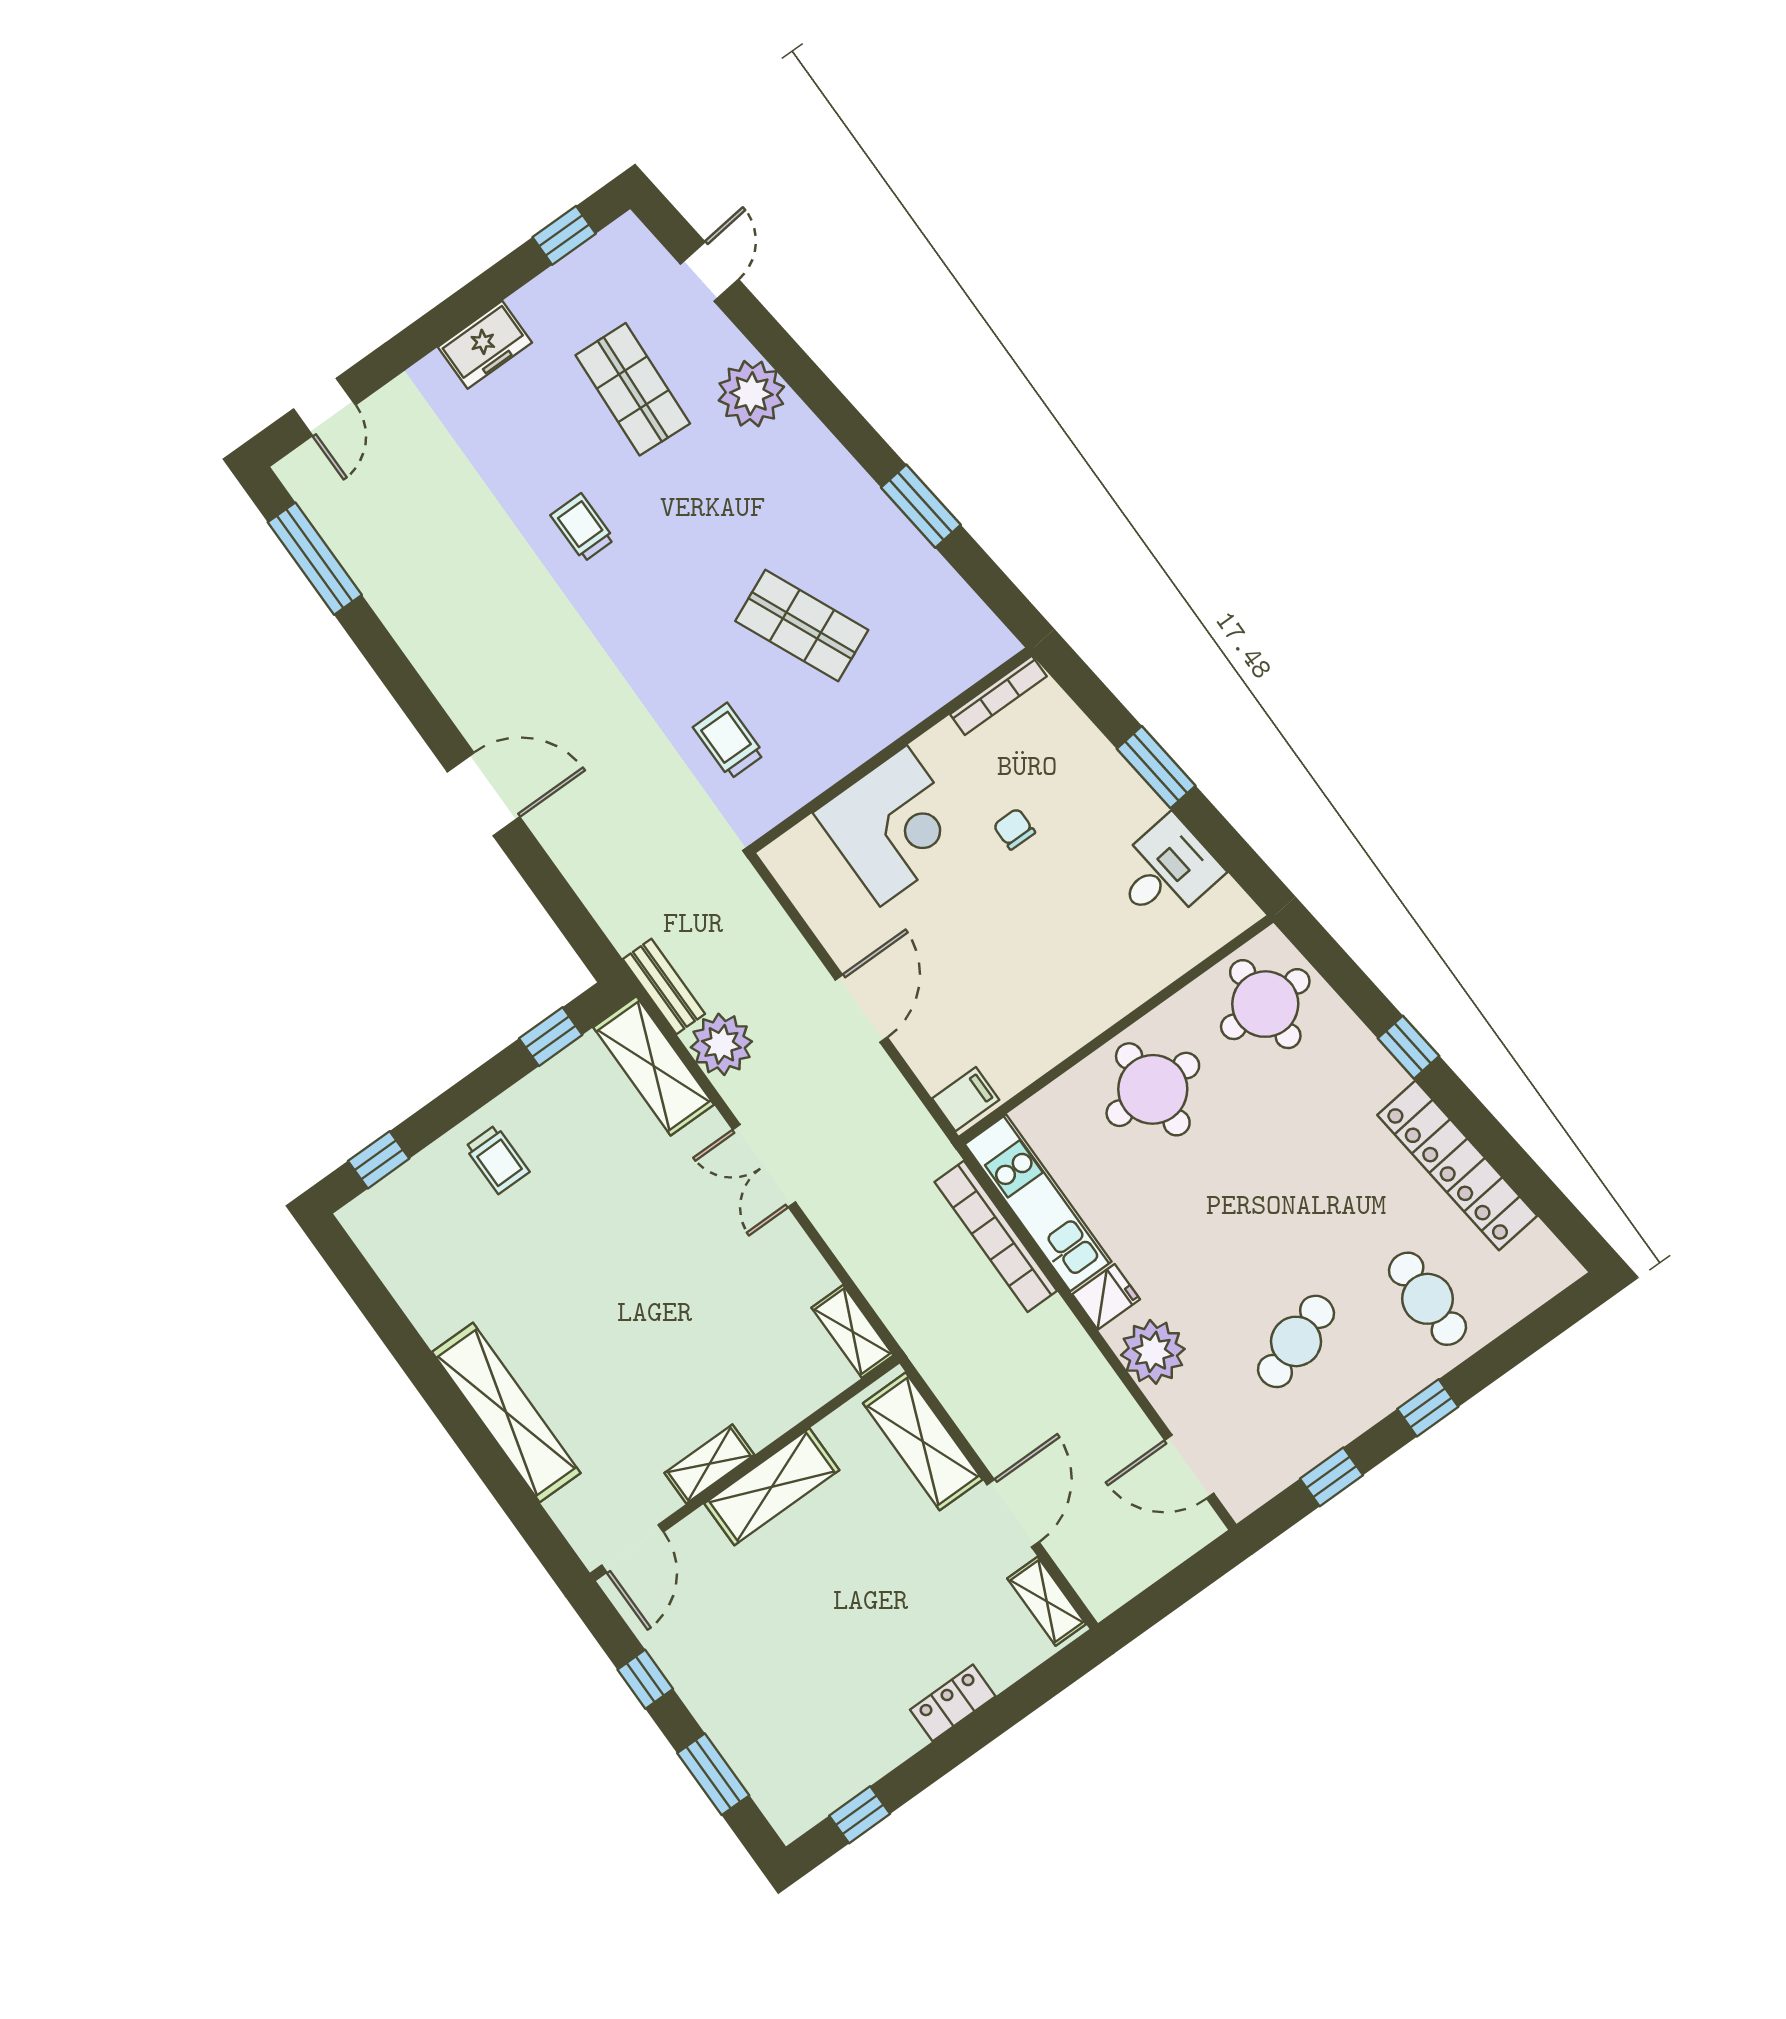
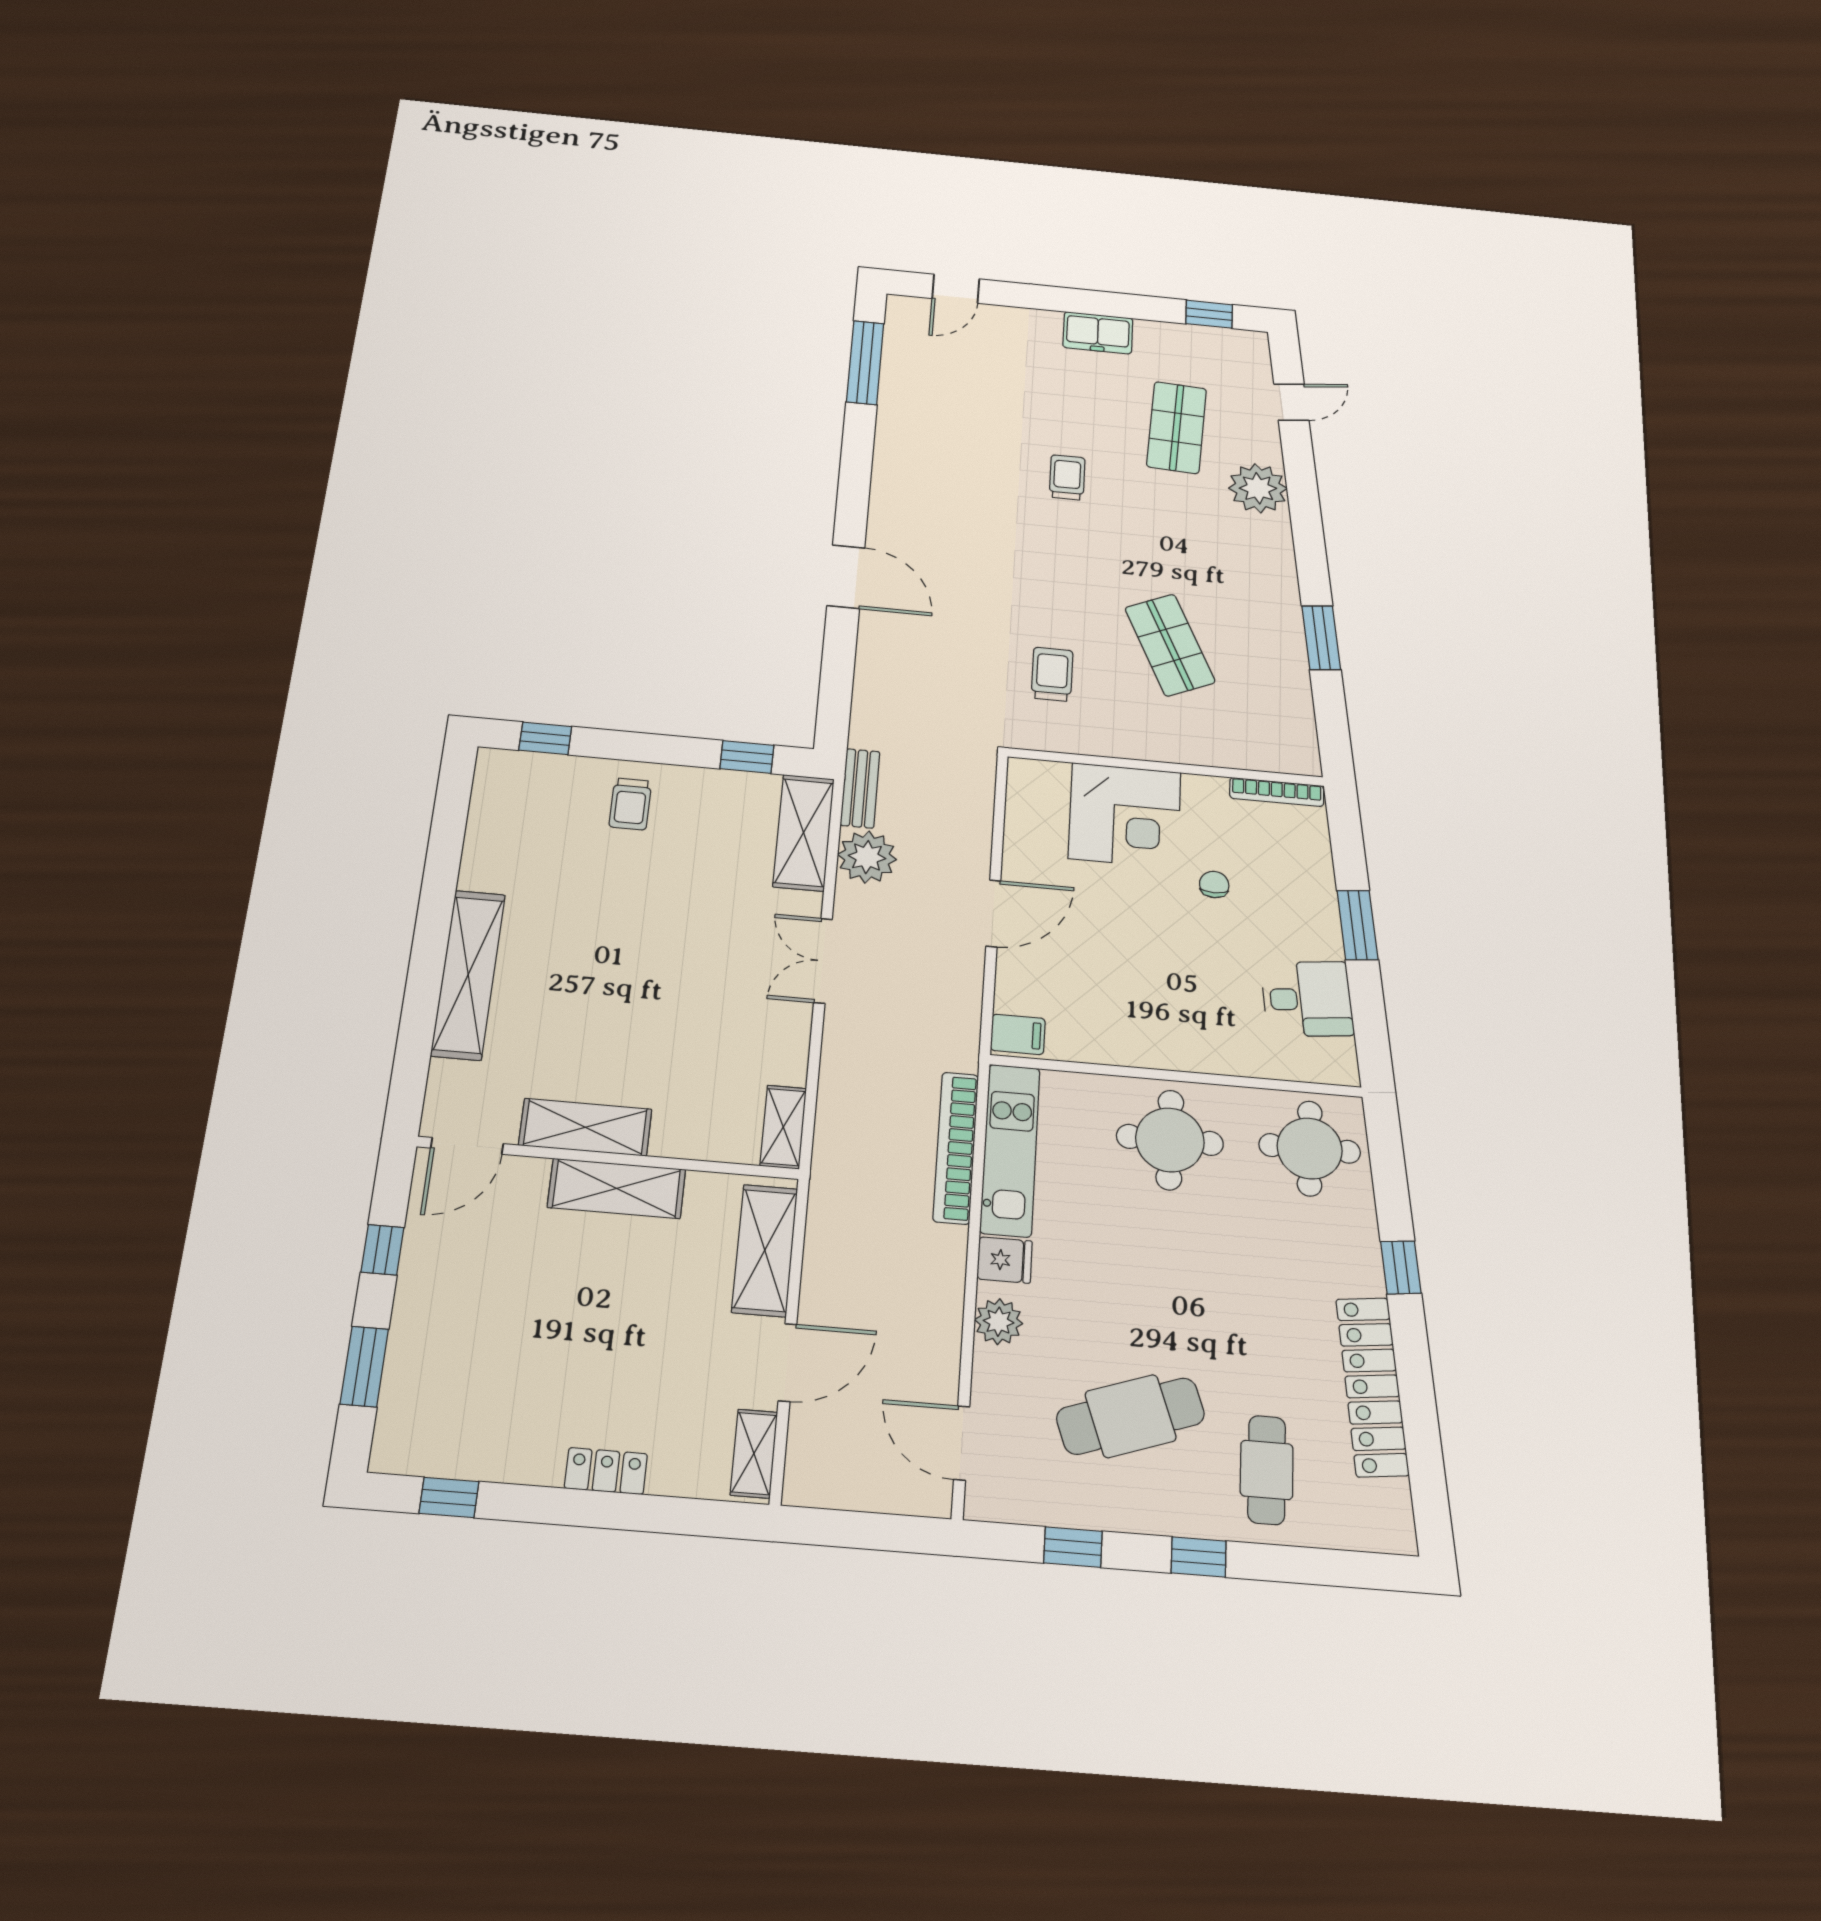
cafe table: (1296, 1341) -> (1131, 1416), width x1.37, depth x1.35
plant: (1153, 1352) -> (999, 1322), width x0.73, depth x0.73
shelving: (709, 1464) -> (585, 1127), width x1.50, depth x1.33

